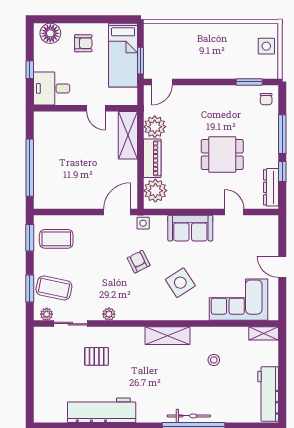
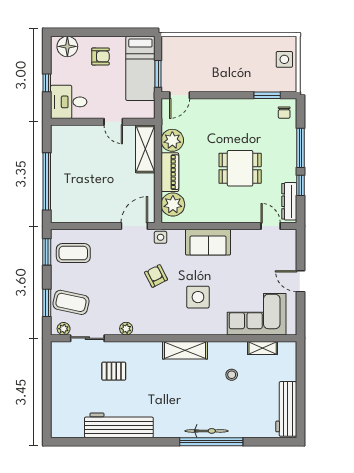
door: (234, 212) -> (271, 226), moved
side table: (180, 283) -> (198, 297), turned 33
shelving: (264, 333) -> (263, 348), moved

